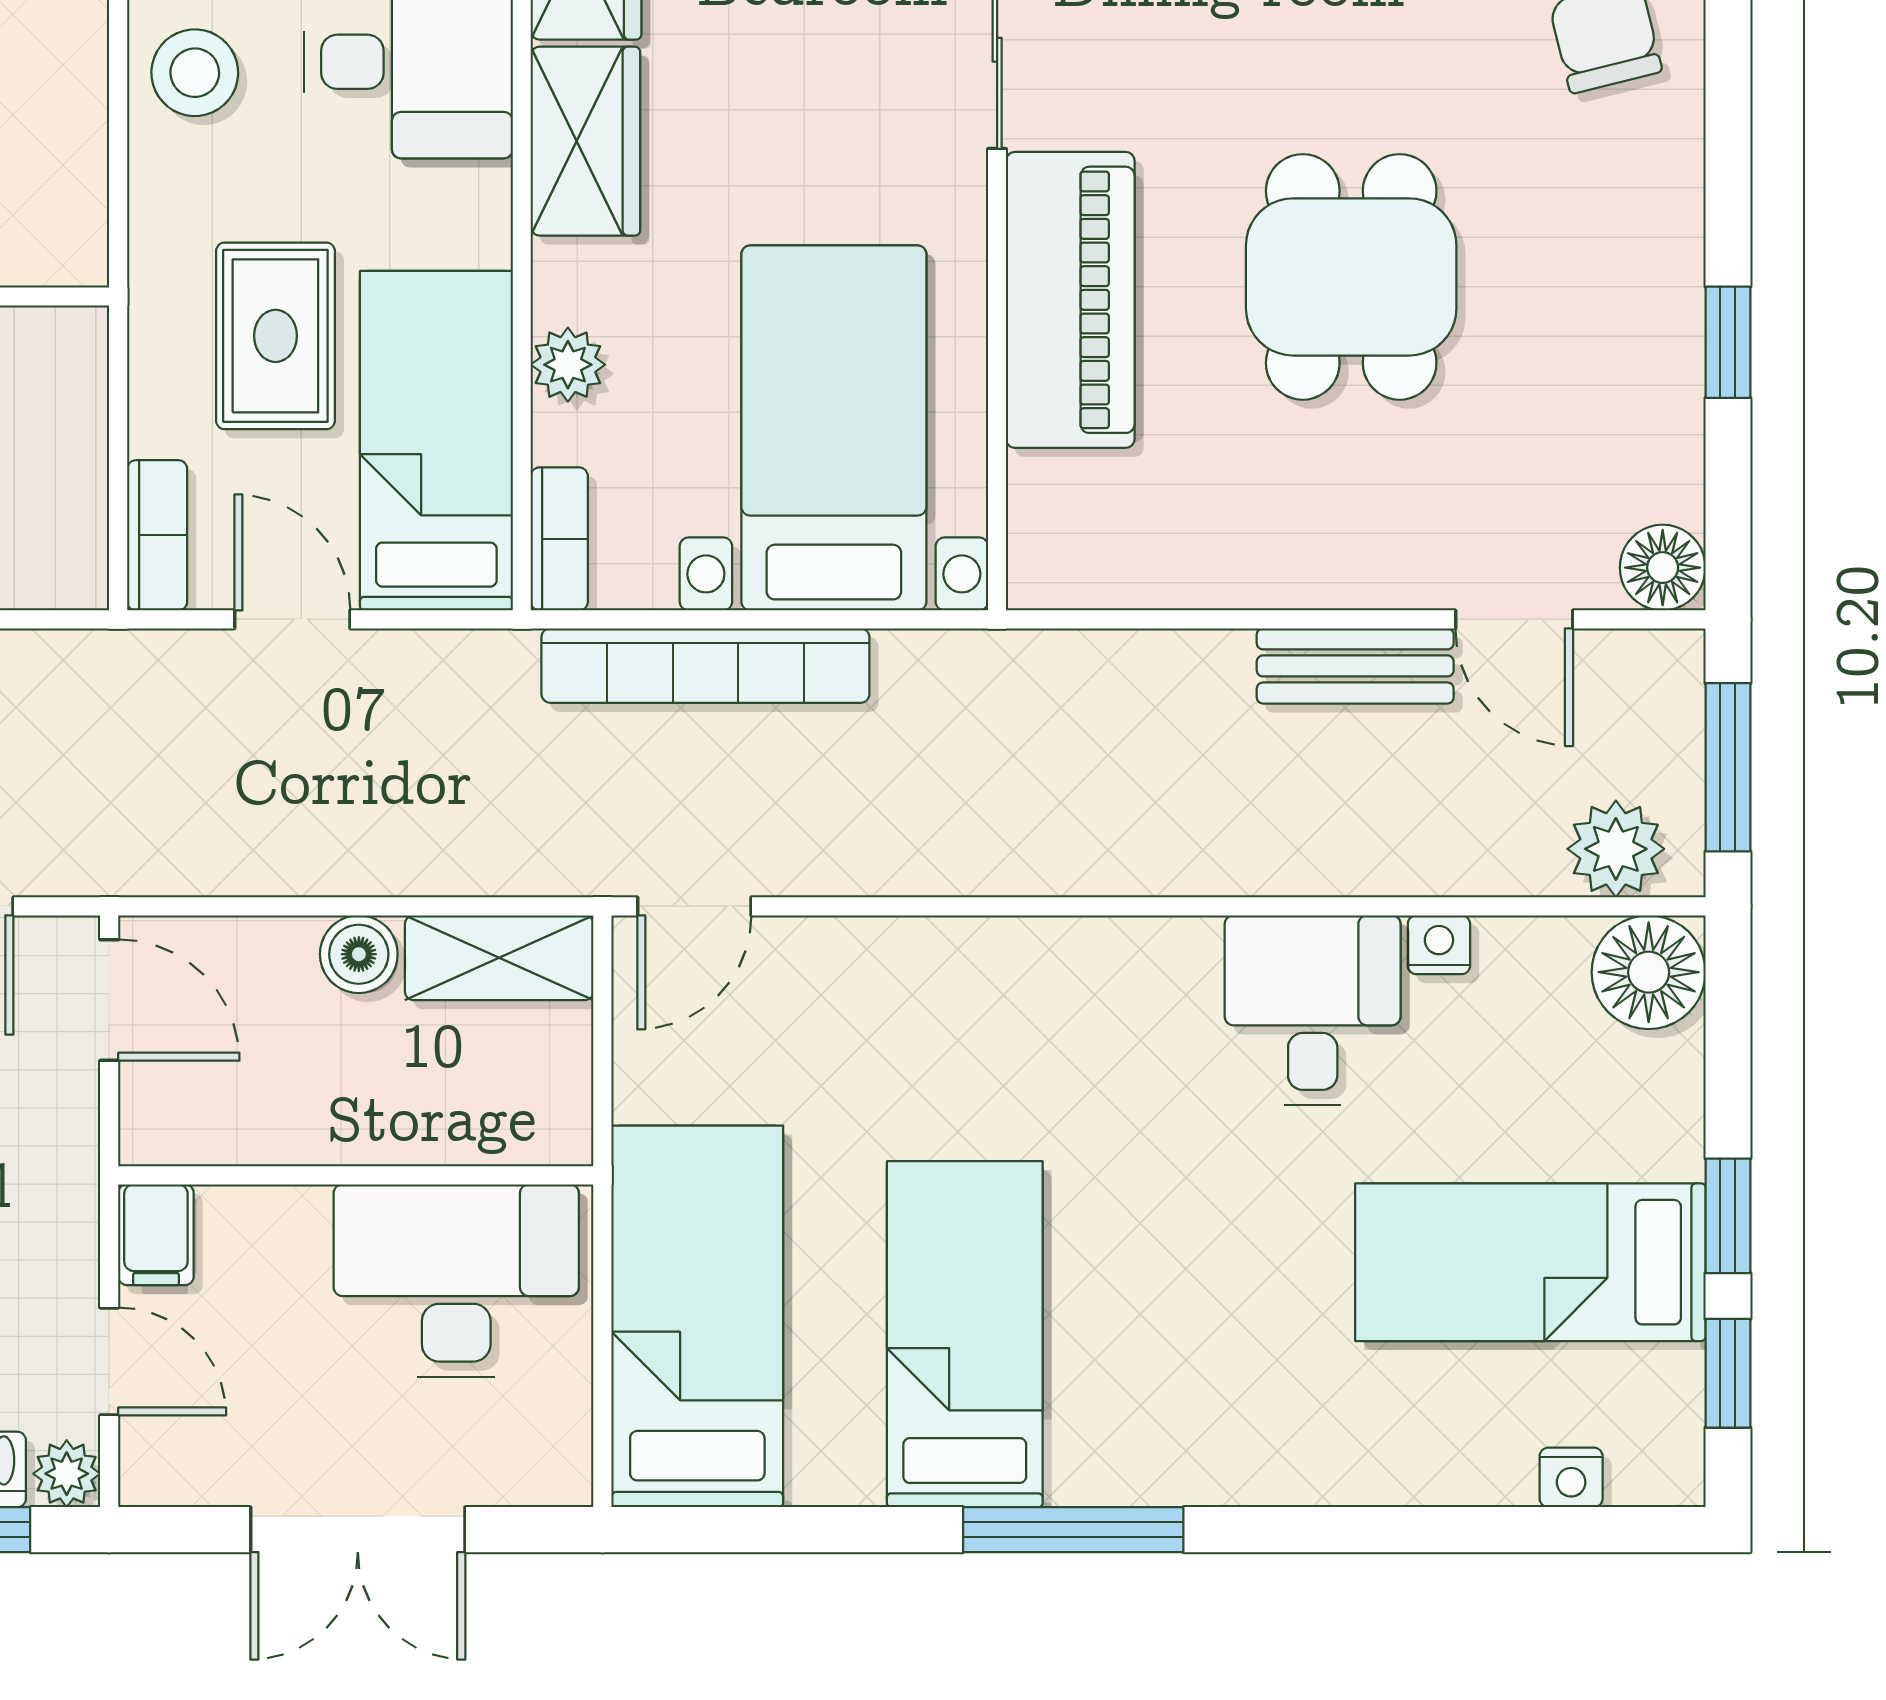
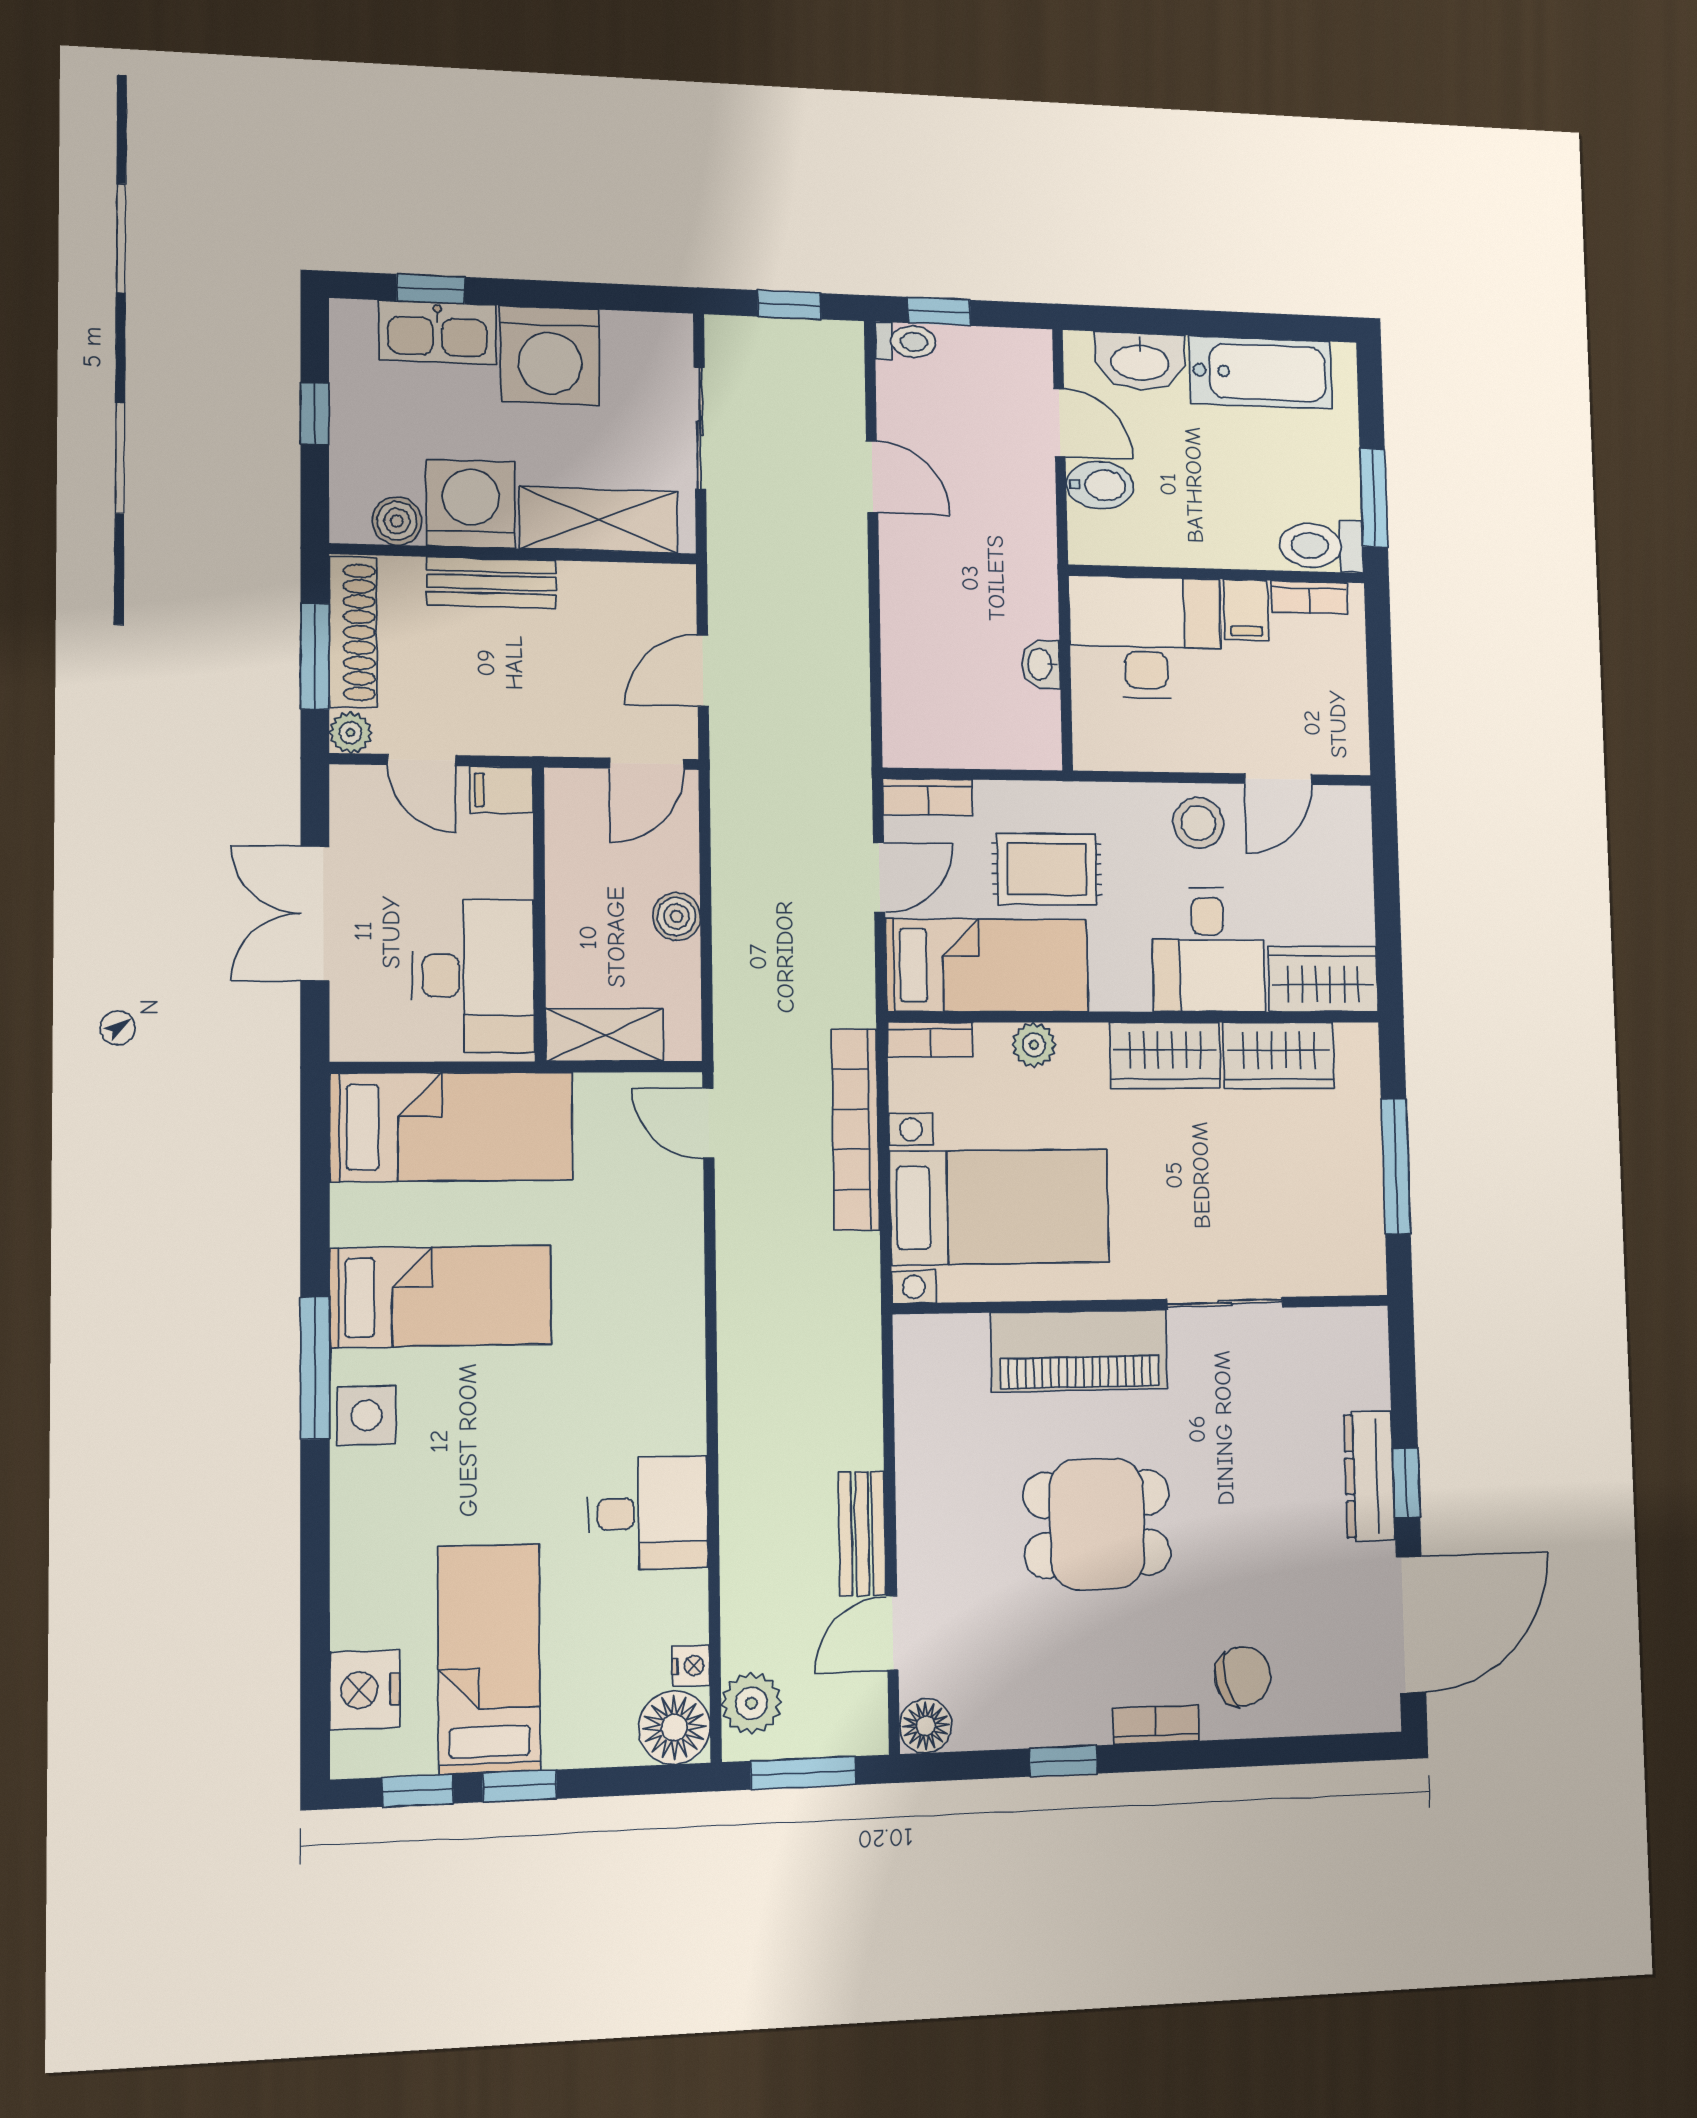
bookcase: (1677, 186) -> (1156, 1725), added
nightstand: (1439, 945) -> (691, 1666), moved
shelving: (499, 958) -> (605, 1035), moved, turned 90
door: (109, 1362) -> (422, 760), hinge flipped
side table: (1148, 1451) -> (367, 1415), added
nightstand: (1571, 1477) -> (365, 1690), width x1.89, depth x1.79

